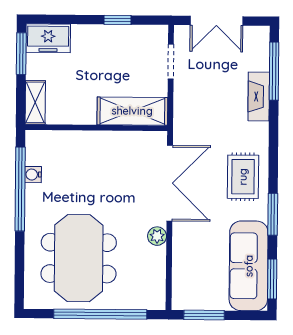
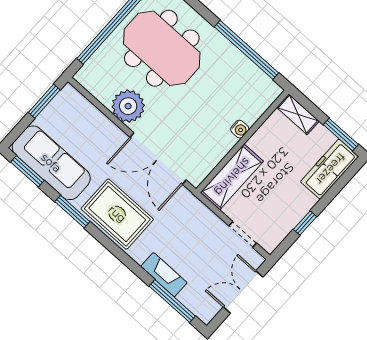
freezer: (48, 38) -> (330, 169), width x1.40
water cooler: (33, 175) -> (240, 129), moved, turned 90
rug: (243, 177) -> (117, 214), width x1.36, depth x1.43
plant: (157, 236) -> (128, 106), width x1.87, depth x1.87

